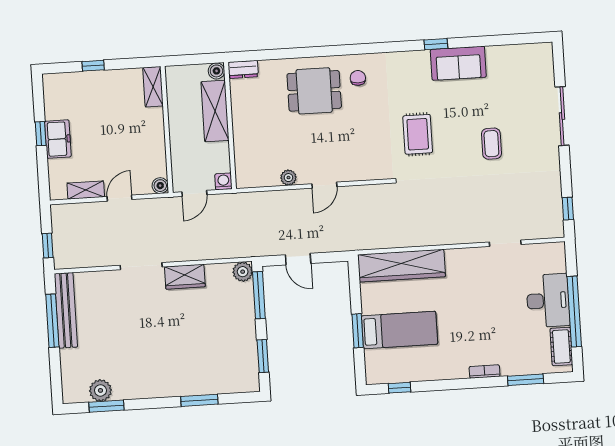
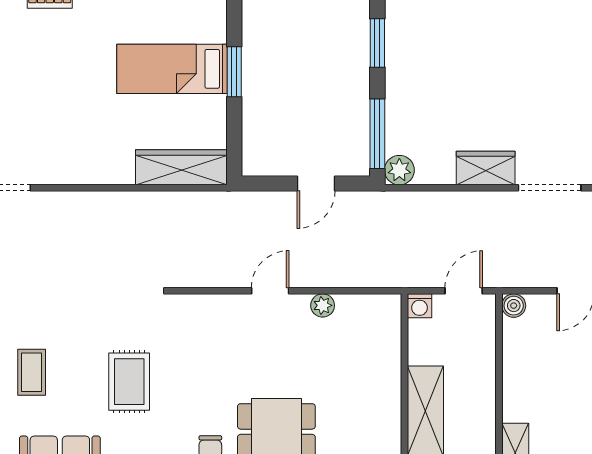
rug: (418, 134) -> (129, 382), moved
coffee table: (491, 144) -> (32, 372), moved
door: (298, 259) -> (316, 184), swing flipped
wardrobe: (402, 266) -> (181, 167), width x0.71, depth x0.85

